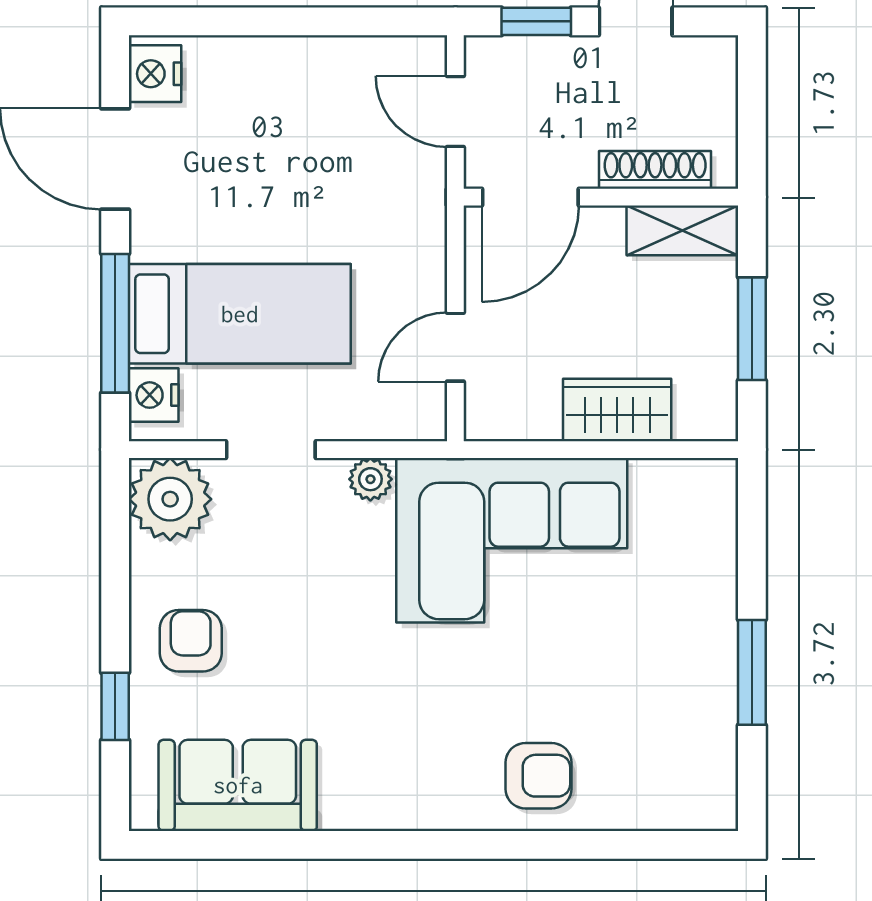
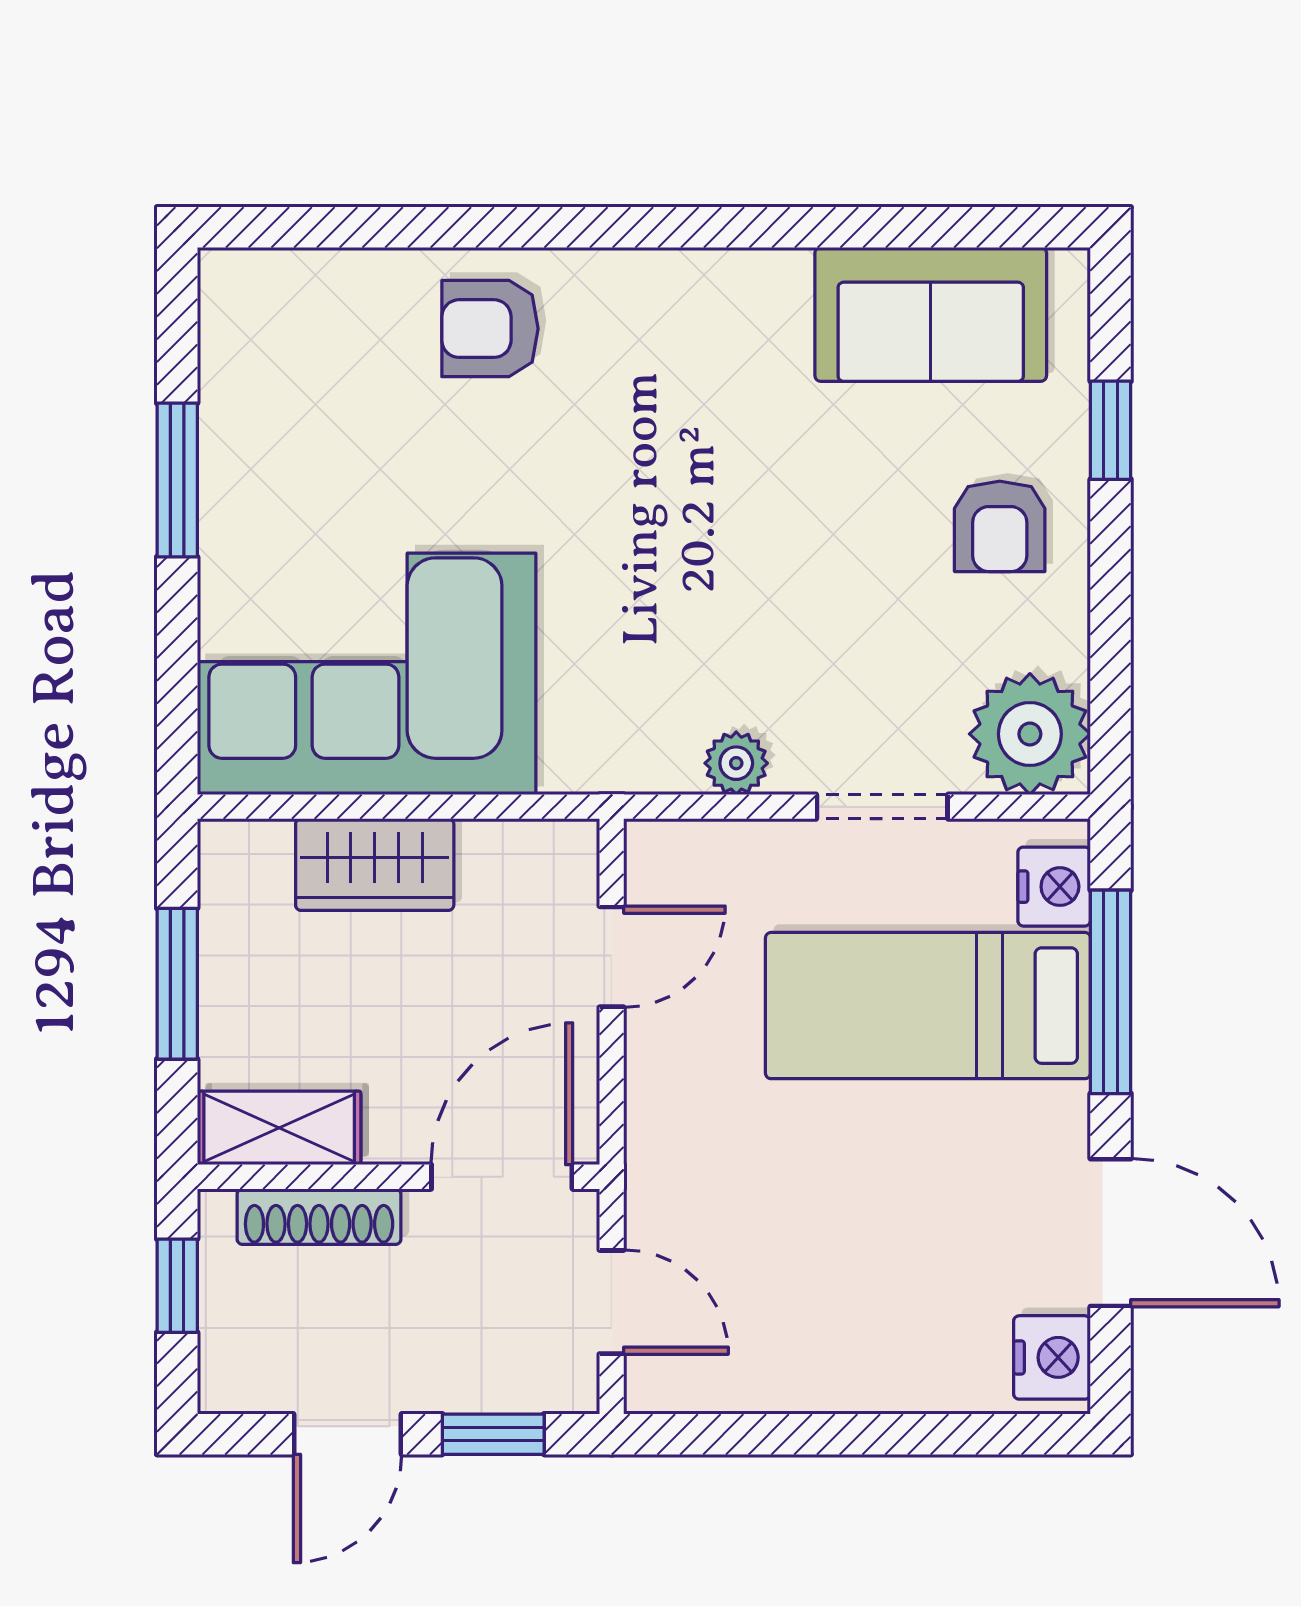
window: (752, 123) -> (177, 1286), added
corner sofa: (512, 540) -> (367, 674), moved

